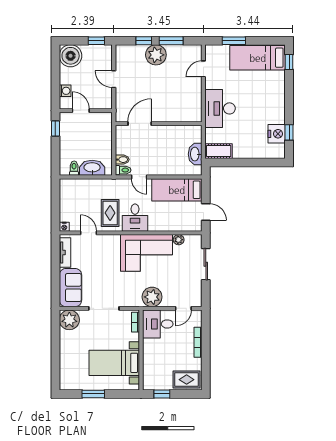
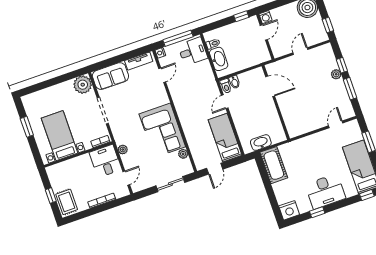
plant: (156, 55) -> (336, 74), width x0.53, depth x0.53
door: (203, 69) -> (336, 124), hinge flipped
washing machine: (65, 91) -> (265, 17), moved
desk: (220, 108) -> (325, 191), moved, turned 180
window: (289, 132) -> (317, 212), moved
nightstand: (277, 134) -> (289, 210), moved
cot: (219, 151) -> (274, 165), width x1.37, depth x1.34
window: (55, 203) -> (178, 38), added
rug: (110, 213) -> (186, 88), removed
desk: (135, 218) -> (193, 51), moved, turned 180
plant: (152, 297) -> (123, 150), width x0.53, depth x0.53
door: (183, 308) -> (126, 178), swing flipped
window: (162, 394) -> (51, 195), moved

